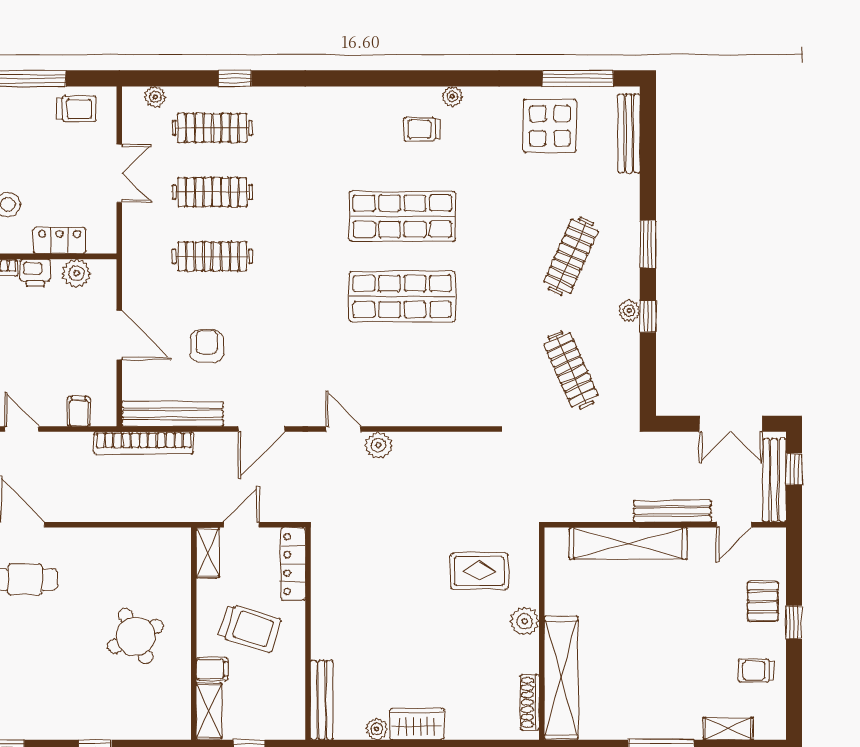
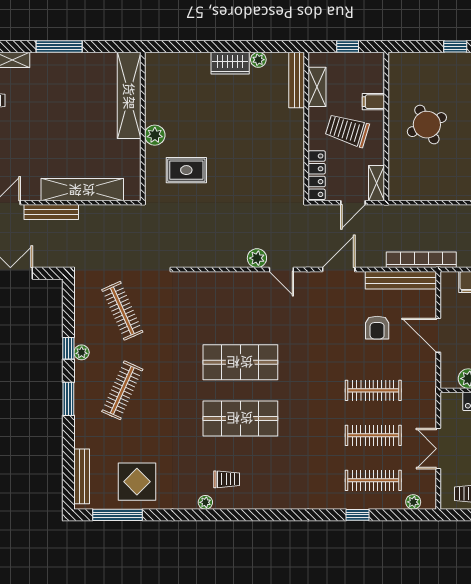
shoe rack: (530, 702) -> (151, 78), removed
shelving: (209, 711) -> (317, 87), moved

